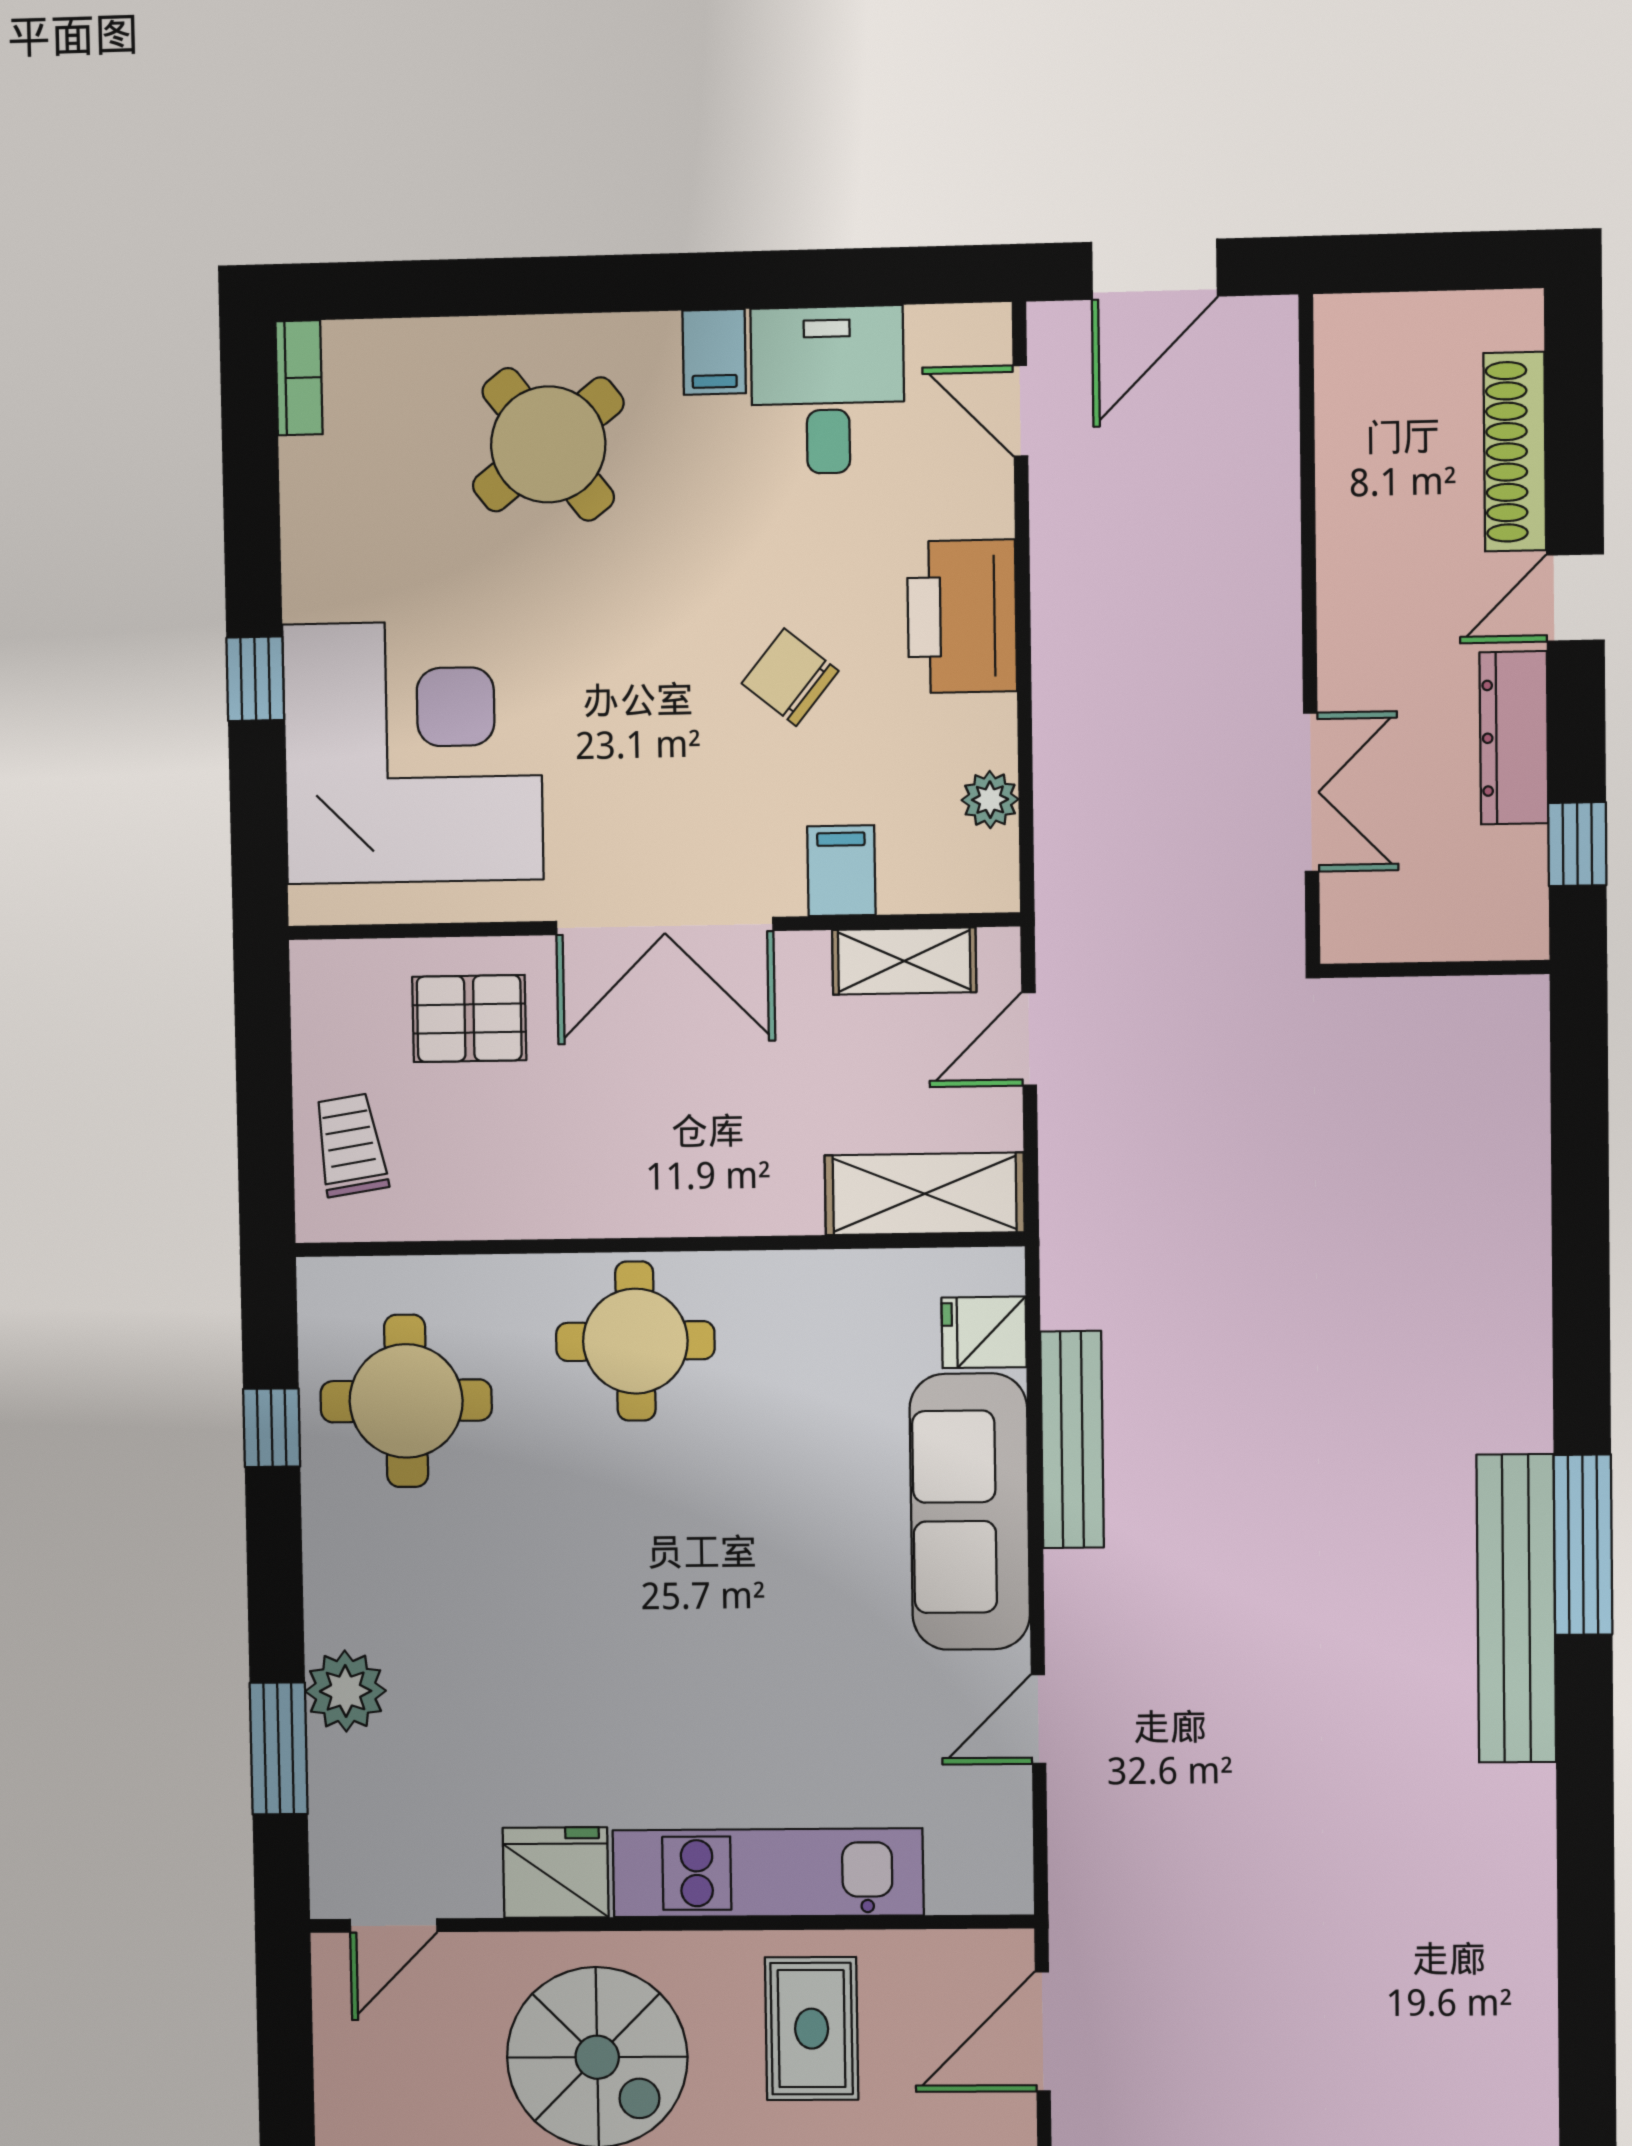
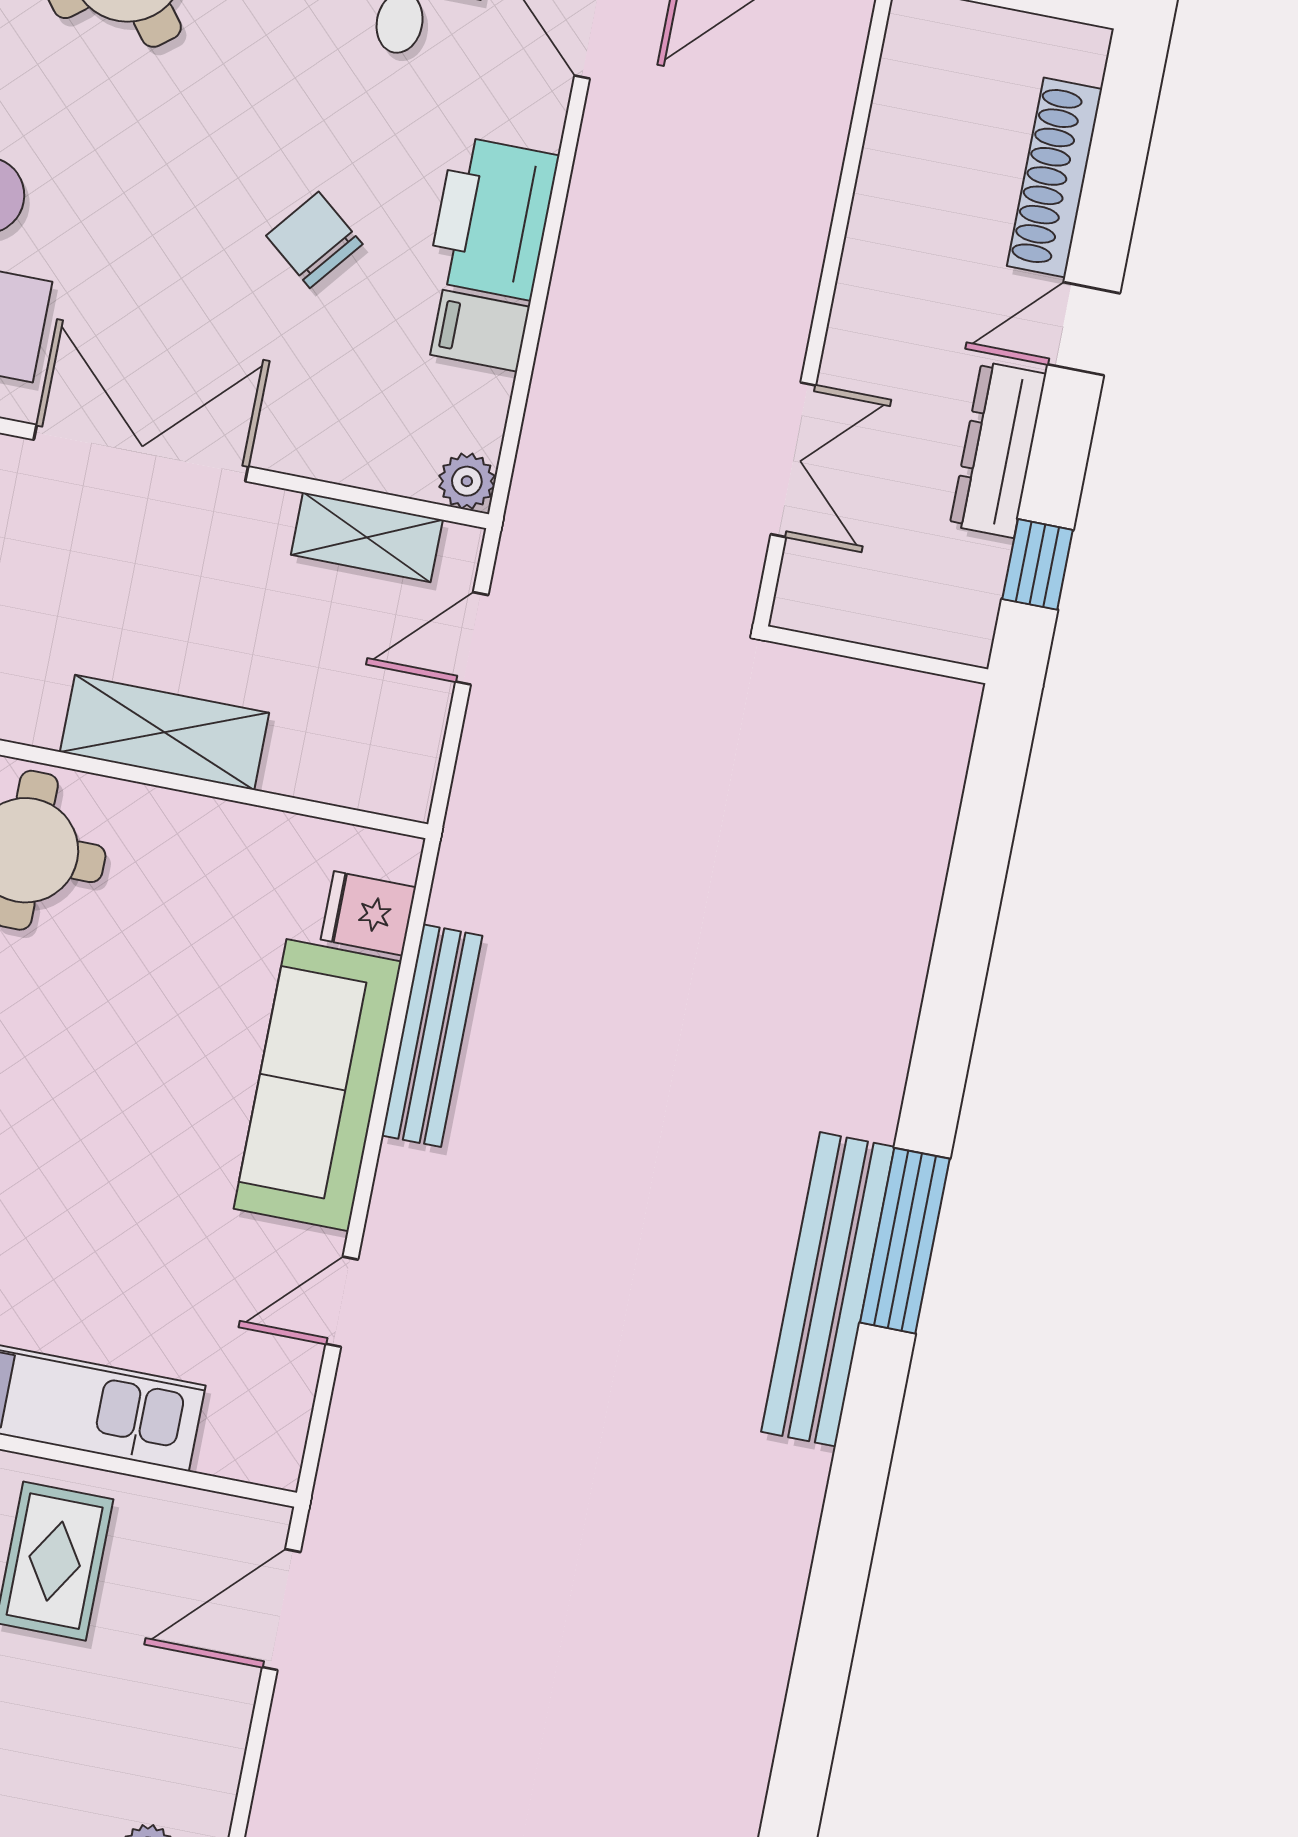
plant: (990, 800) -> (467, 481), moved
filing cabinet: (841, 871) -> (480, 331), moved, turned -90
double door: (665, 926) -> (141, 453), swing flipped
shelving: (925, 1194) -> (165, 732), moved

